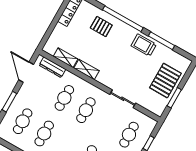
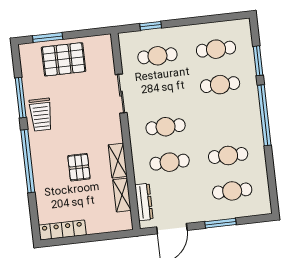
pallet: (101, 27) -> (79, 167), moved
window: (174, 98) -> (48, 38), moved

